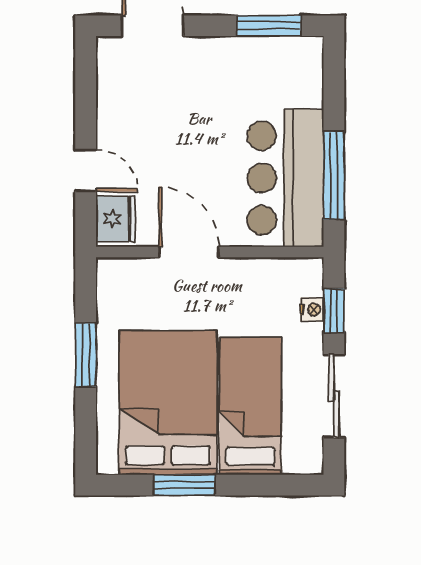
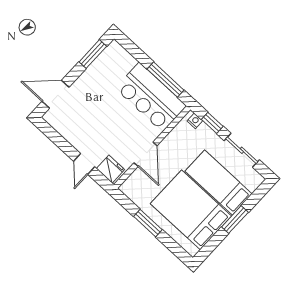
door: (86, 171) -> (84, 164), swing flipped
door: (189, 252) -> (146, 154), swing flipped
nightstand: (312, 310) -> (195, 121), moved
window: (184, 485) -> (235, 220), moved

